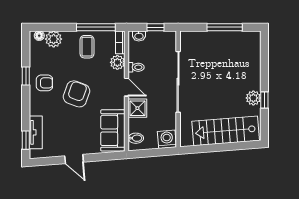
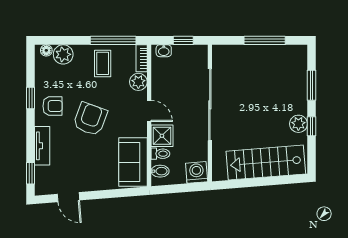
window: (264, 65) -> (311, 85), added
toilet: (136, 67) -> (160, 154), moved
tv unit: (36, 132) -> (42, 146), moved
door: (74, 159) -> (68, 197), moved

